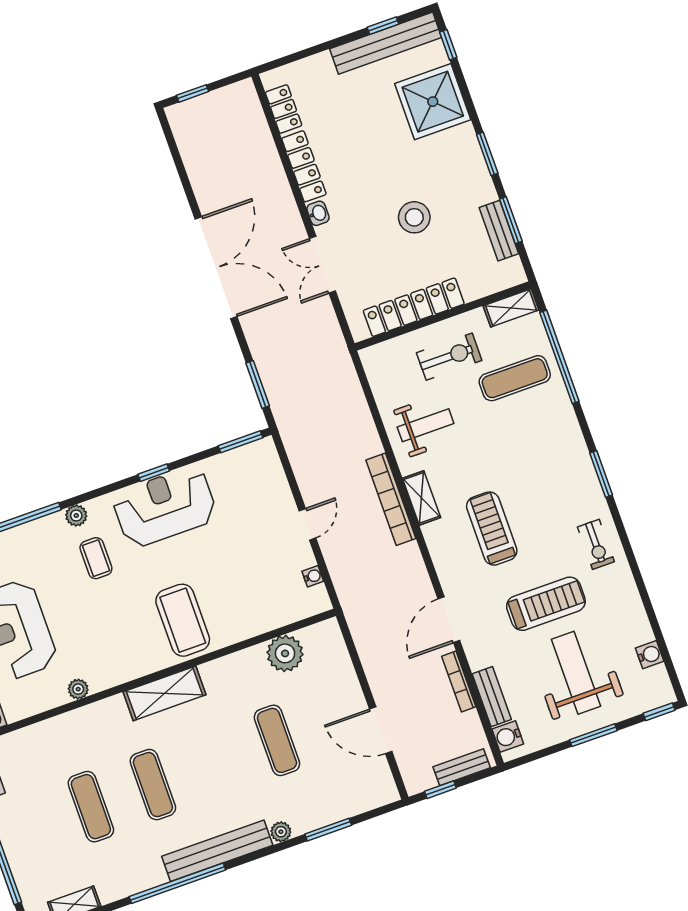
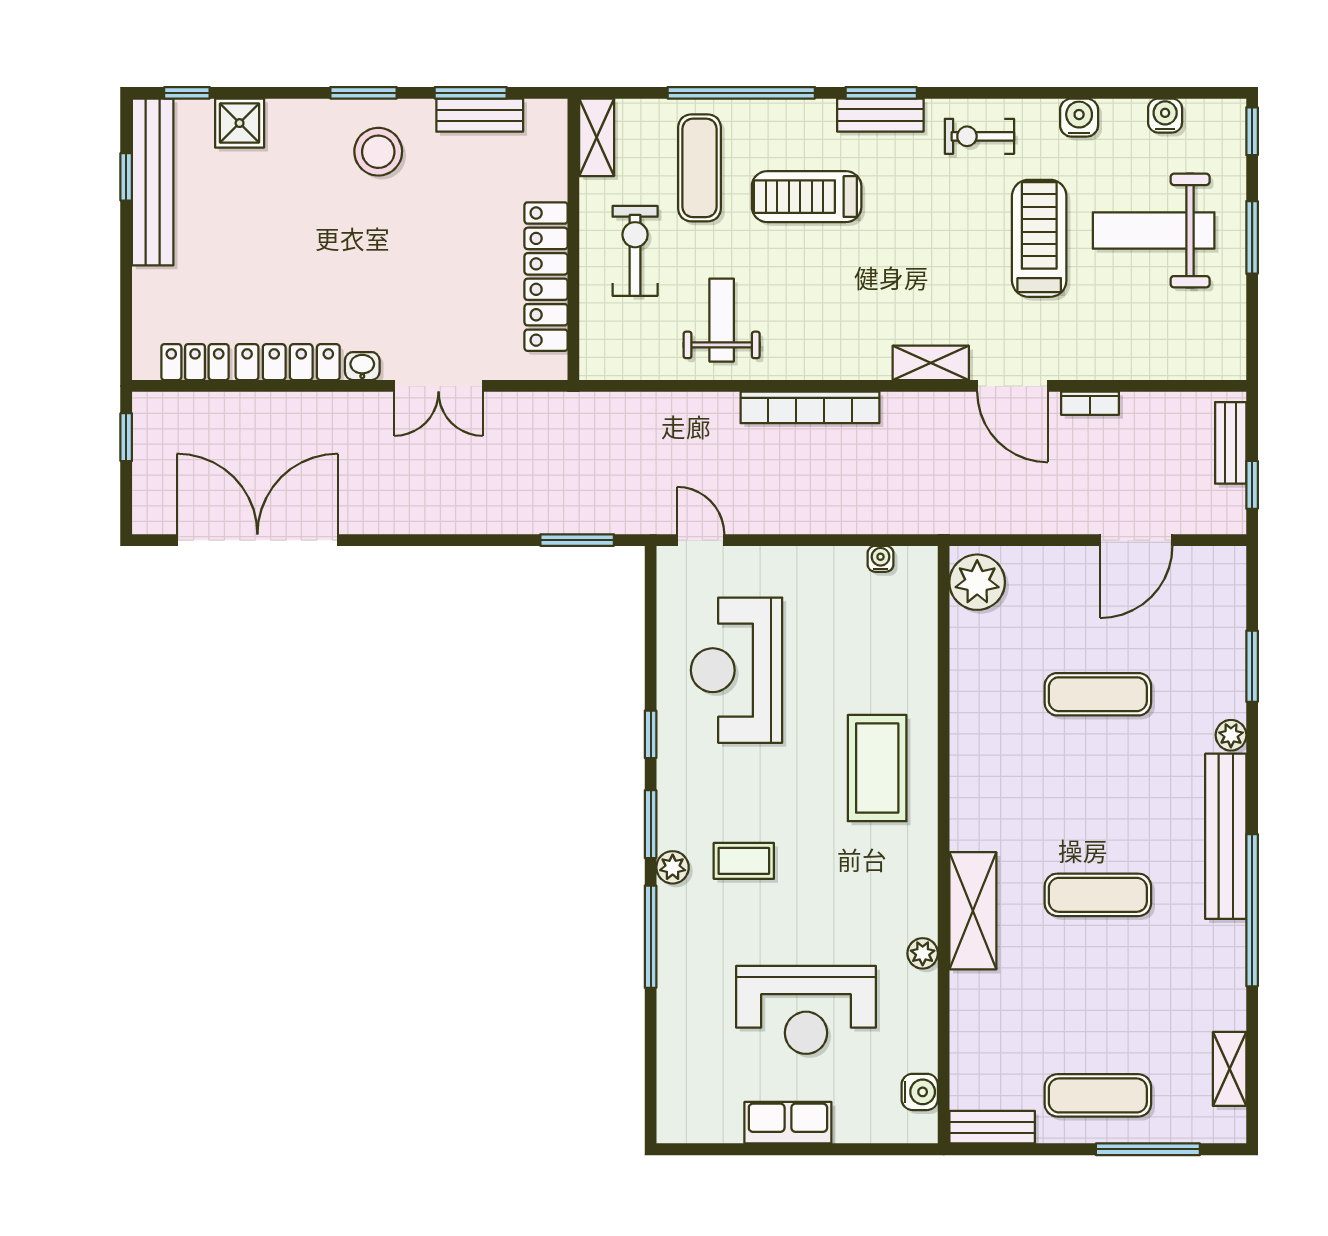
window: (193, 93) -> (126, 437), moved
shower: (433, 102) -> (240, 123), width x0.54, depth x0.54
stool: (414, 217) -> (378, 152), moved
double door: (216, 268) -> (257, 540), moved
window: (559, 357) -> (741, 93), moved
window: (241, 442) -> (651, 824), moved
shelving: (421, 498) -> (931, 363), moved
reception desk: (165, 507) -> (736, 670), moved
door: (307, 524) -> (701, 540), moved
treadmill: (492, 529) -> (807, 197), moved
exercise bike: (596, 544) -> (979, 136), turned 180
coffee table: (183, 620) -> (877, 768), turned 90
plant: (285, 653) -> (977, 582), moved
bookcase: (459, 682) -> (1090, 403), width x0.64
shelving: (164, 693) -> (973, 911), moved
bench: (492, 697) -> (880, 115), moved
water cooler: (508, 736) -> (1079, 118), moved, turned 180
exercise mat: (91, 807) -> (1098, 1095), moved

